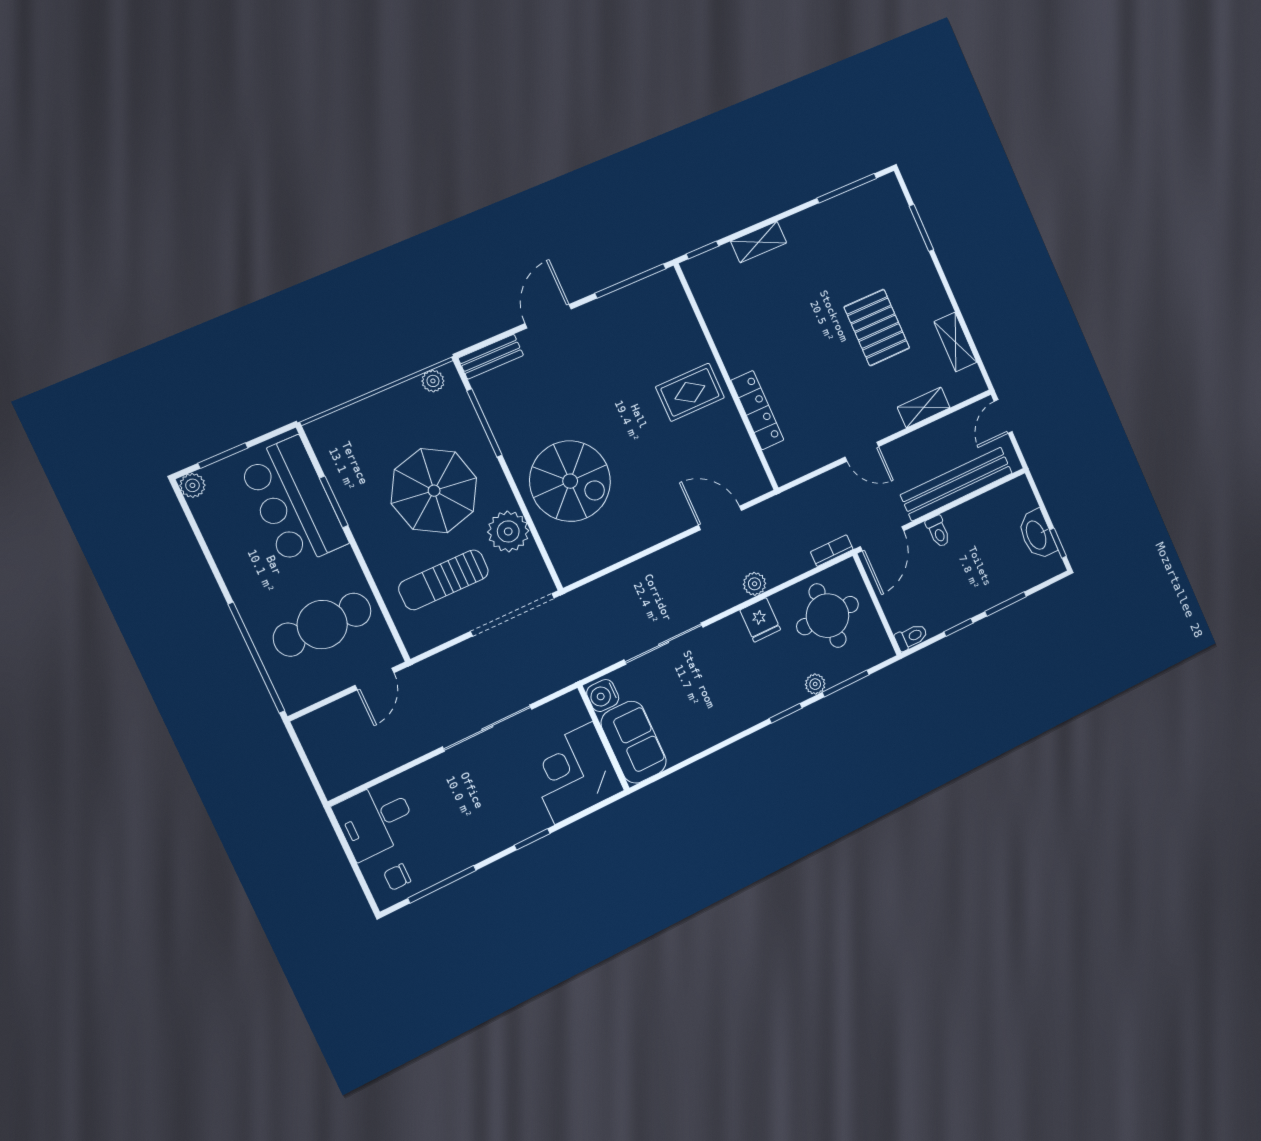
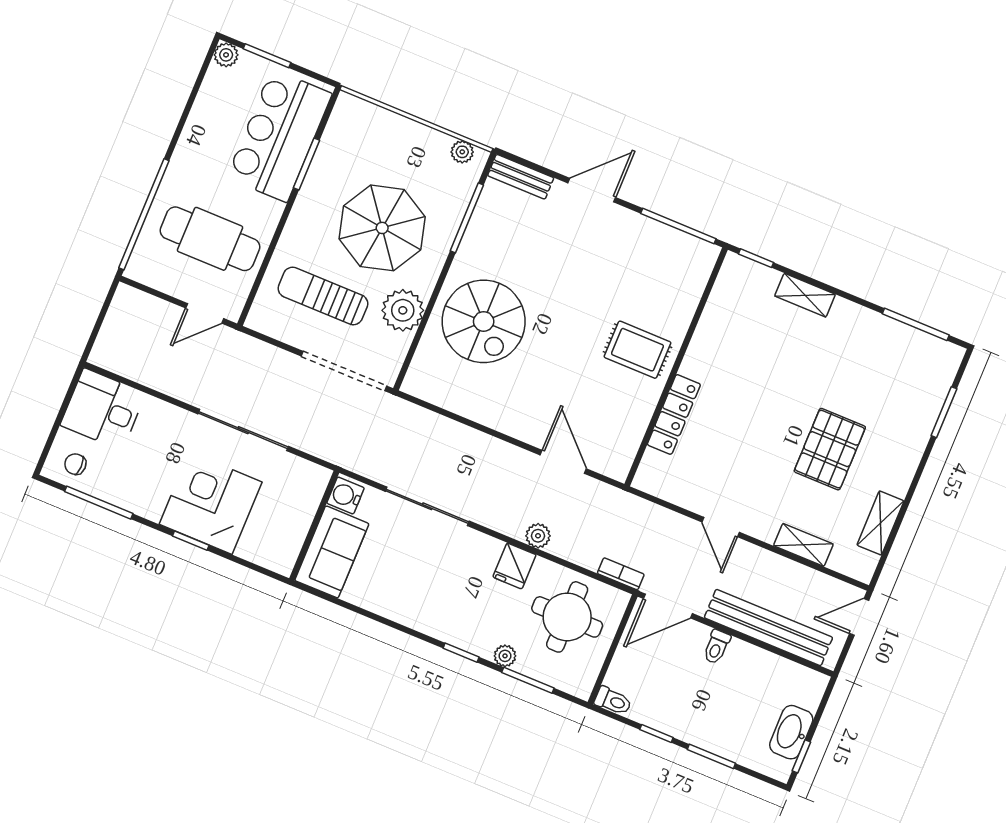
corner desk: (574, 773) -> (211, 503), moved

